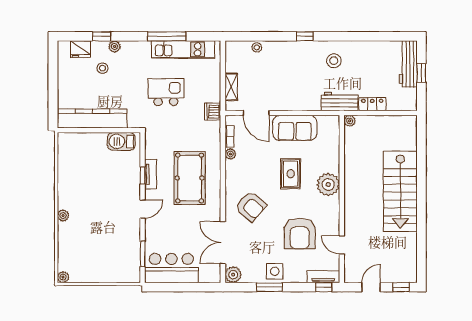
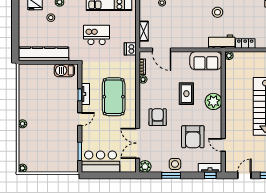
sofa: (295, 128) -> (206, 61), moved
armchair: (251, 206) -> (158, 117), turned -131

